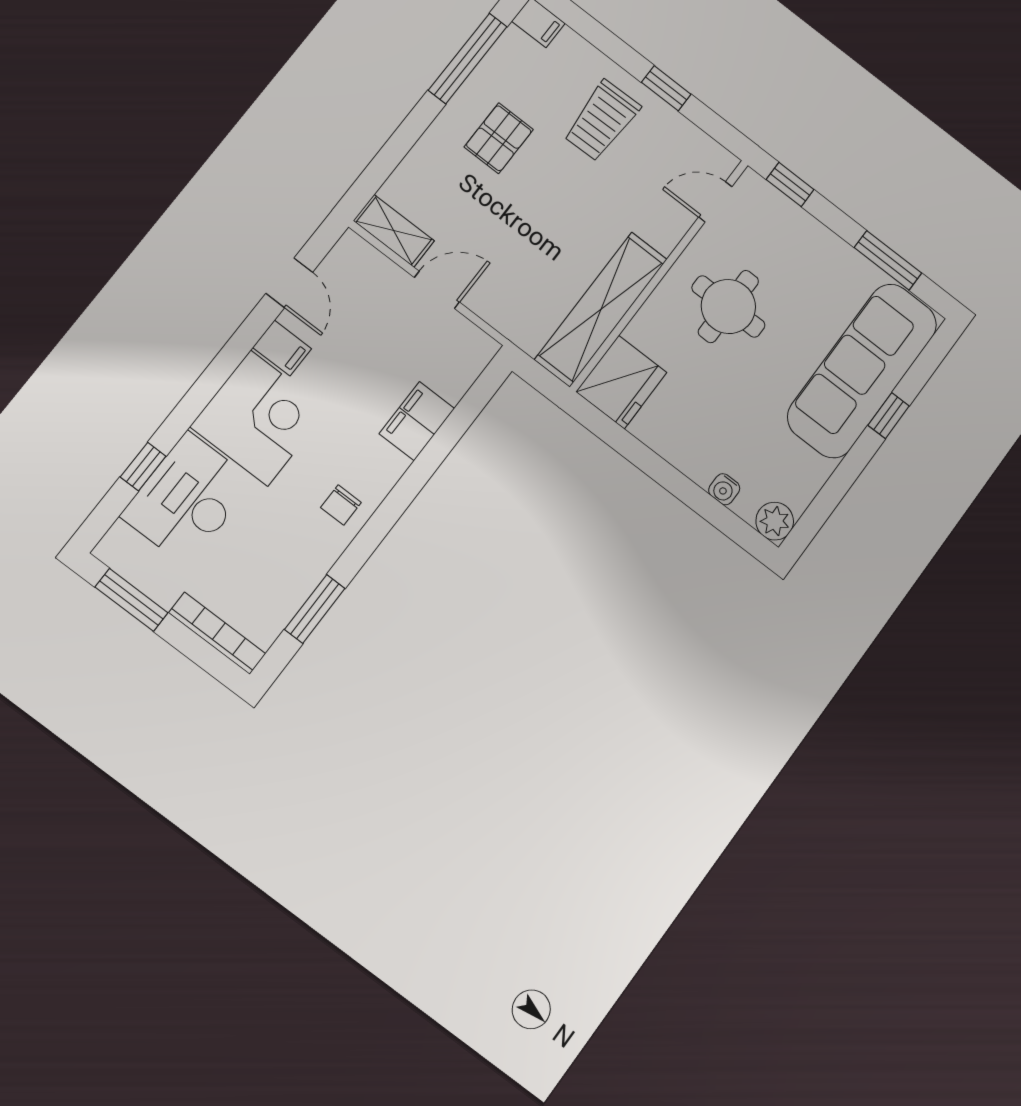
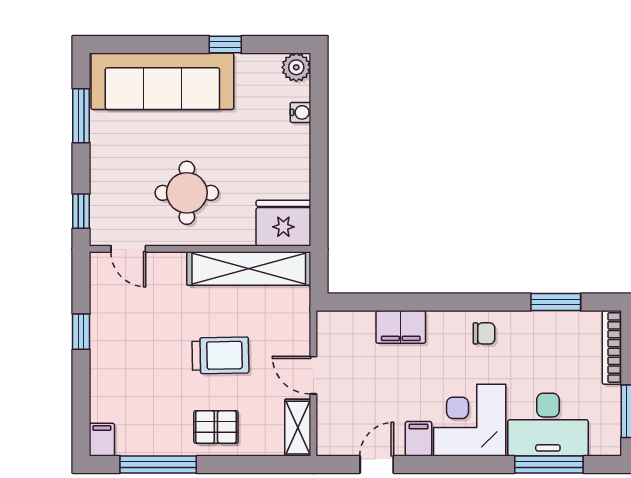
trolley: (602, 121) -> (221, 355), moved
pallet: (499, 138) -> (216, 427), moved
window: (889, 416) -> (225, 45), moved
window: (143, 467) -> (549, 464), width x2.17

